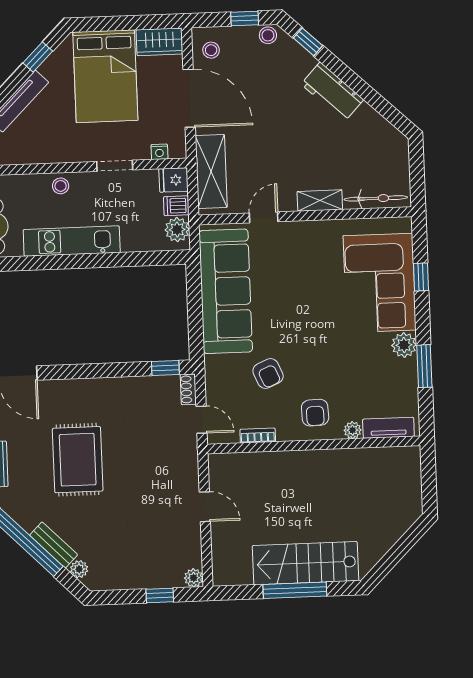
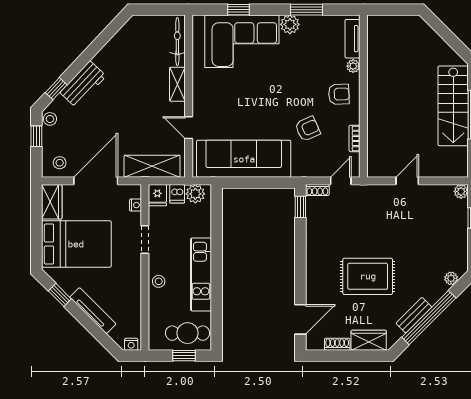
workbench: (332, 92) -> (83, 84), moved
bench: (54, 545) -> (414, 315), moved

